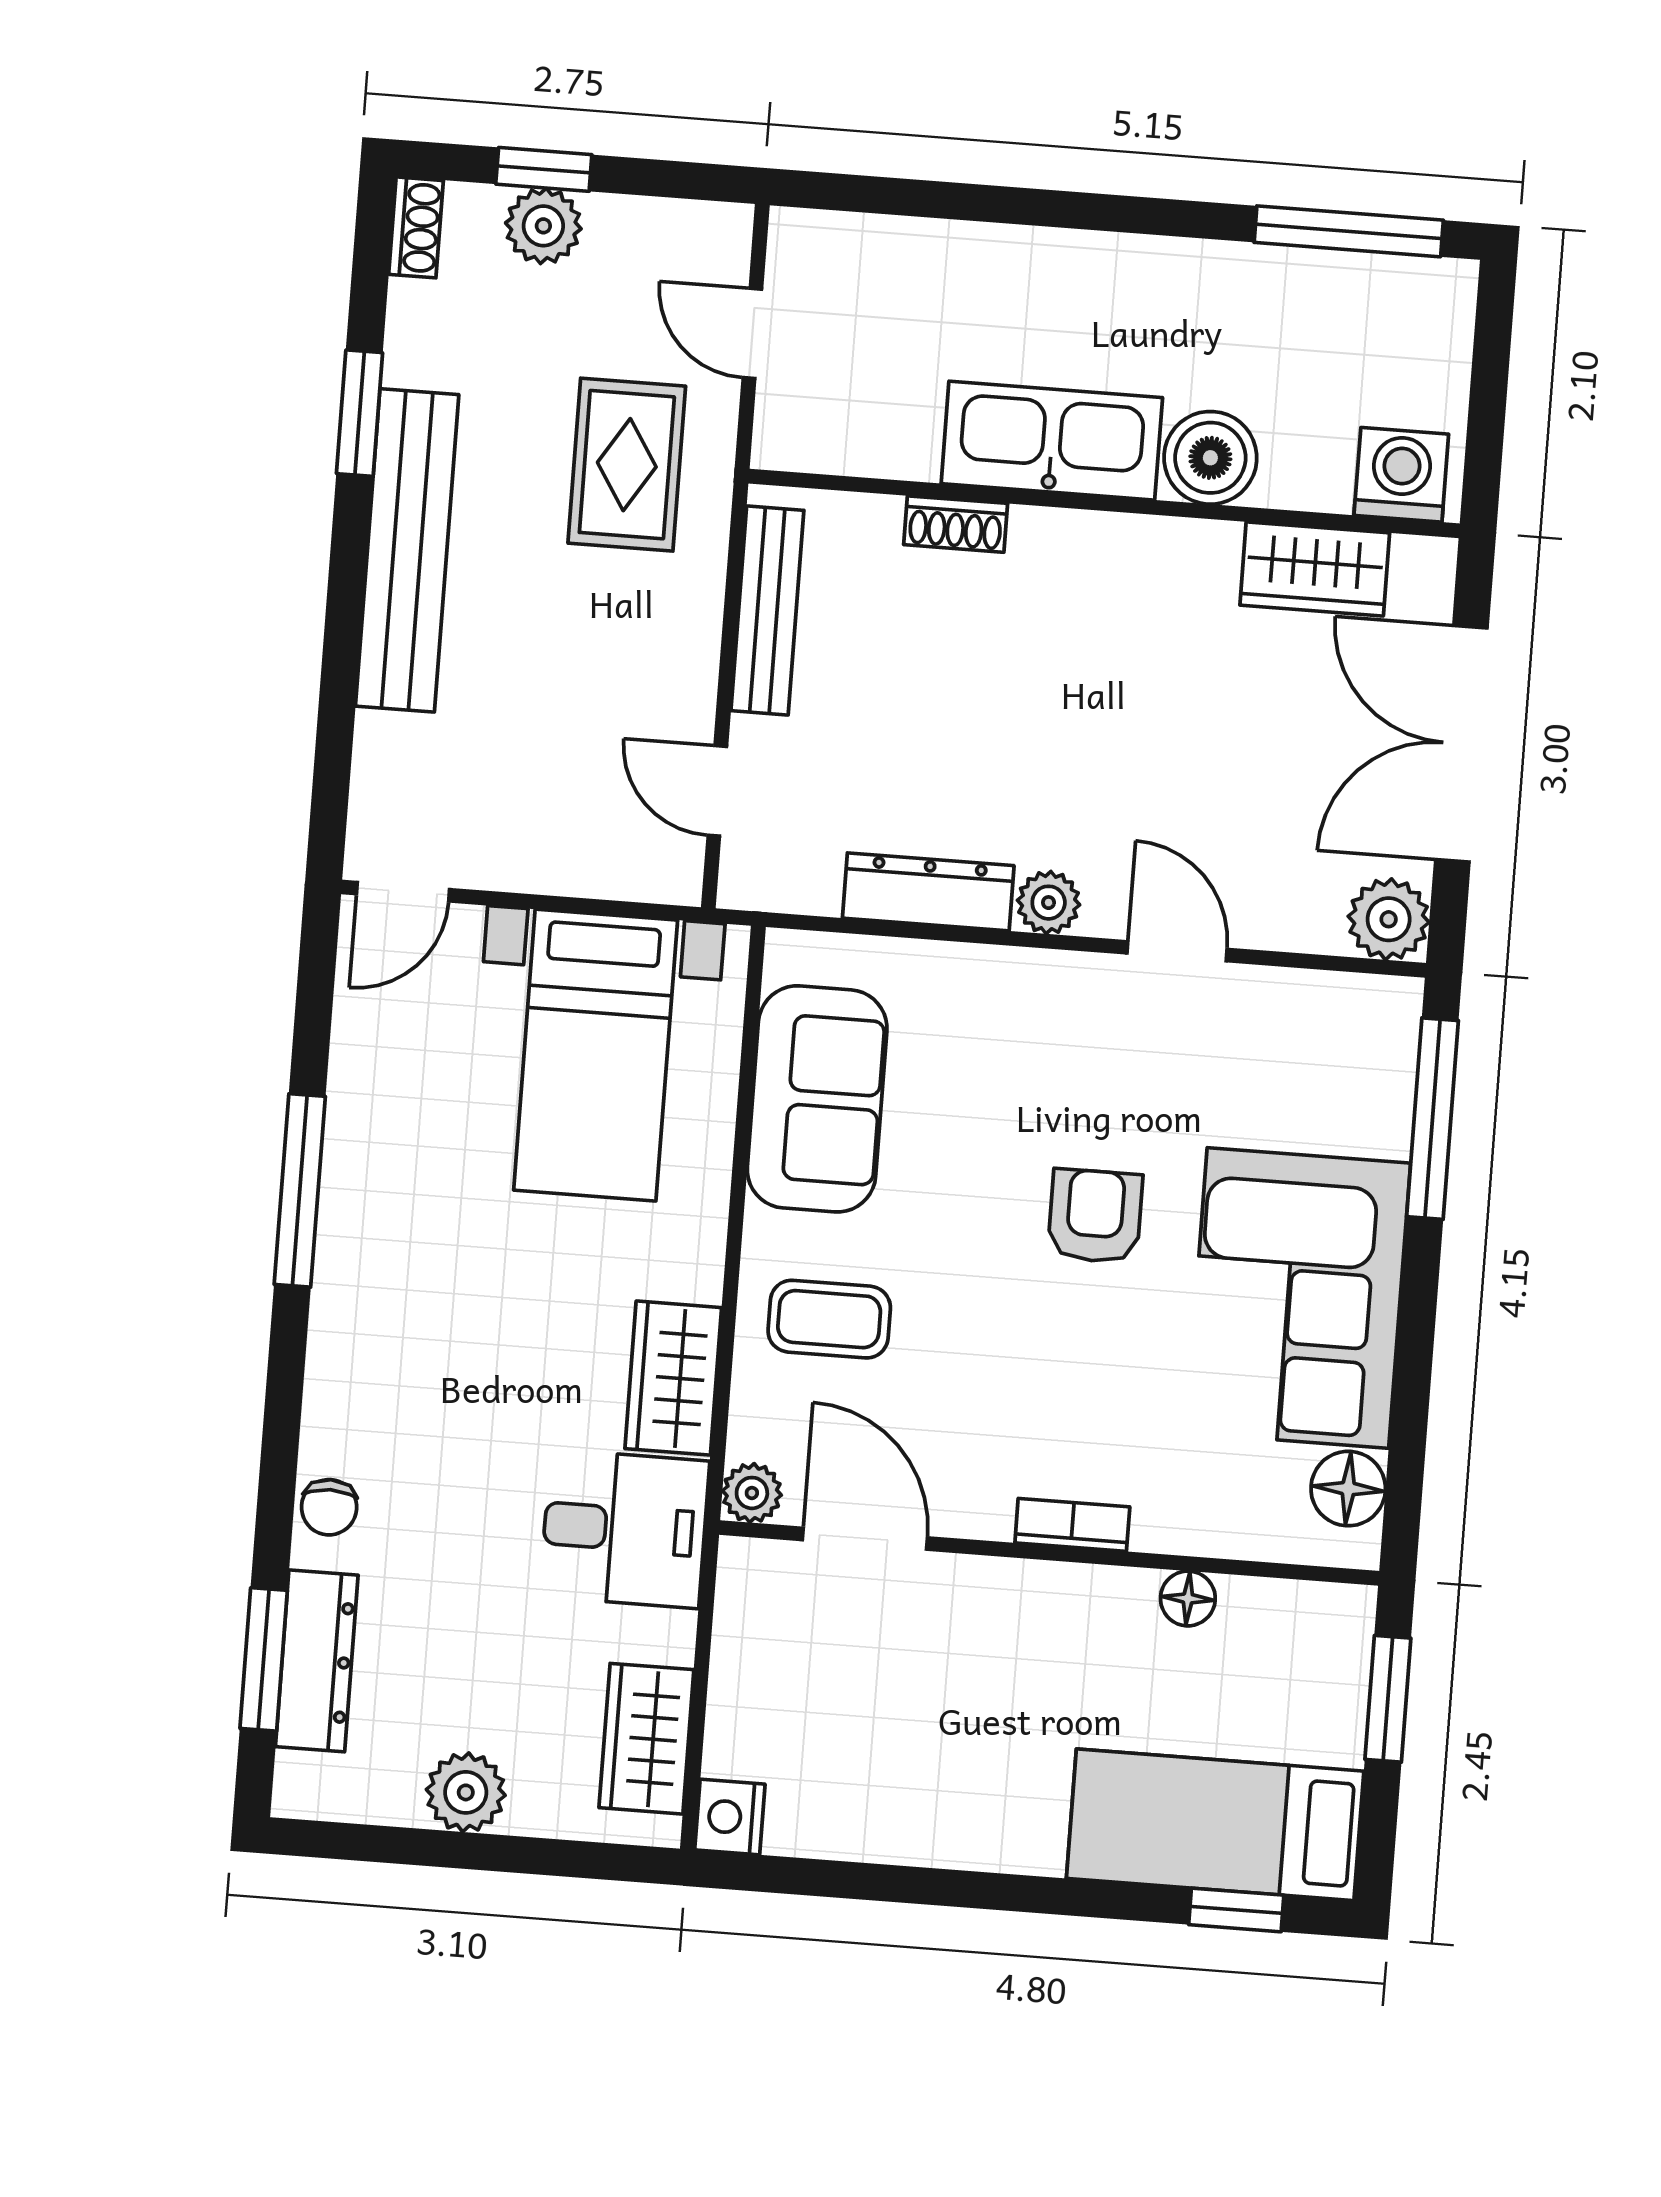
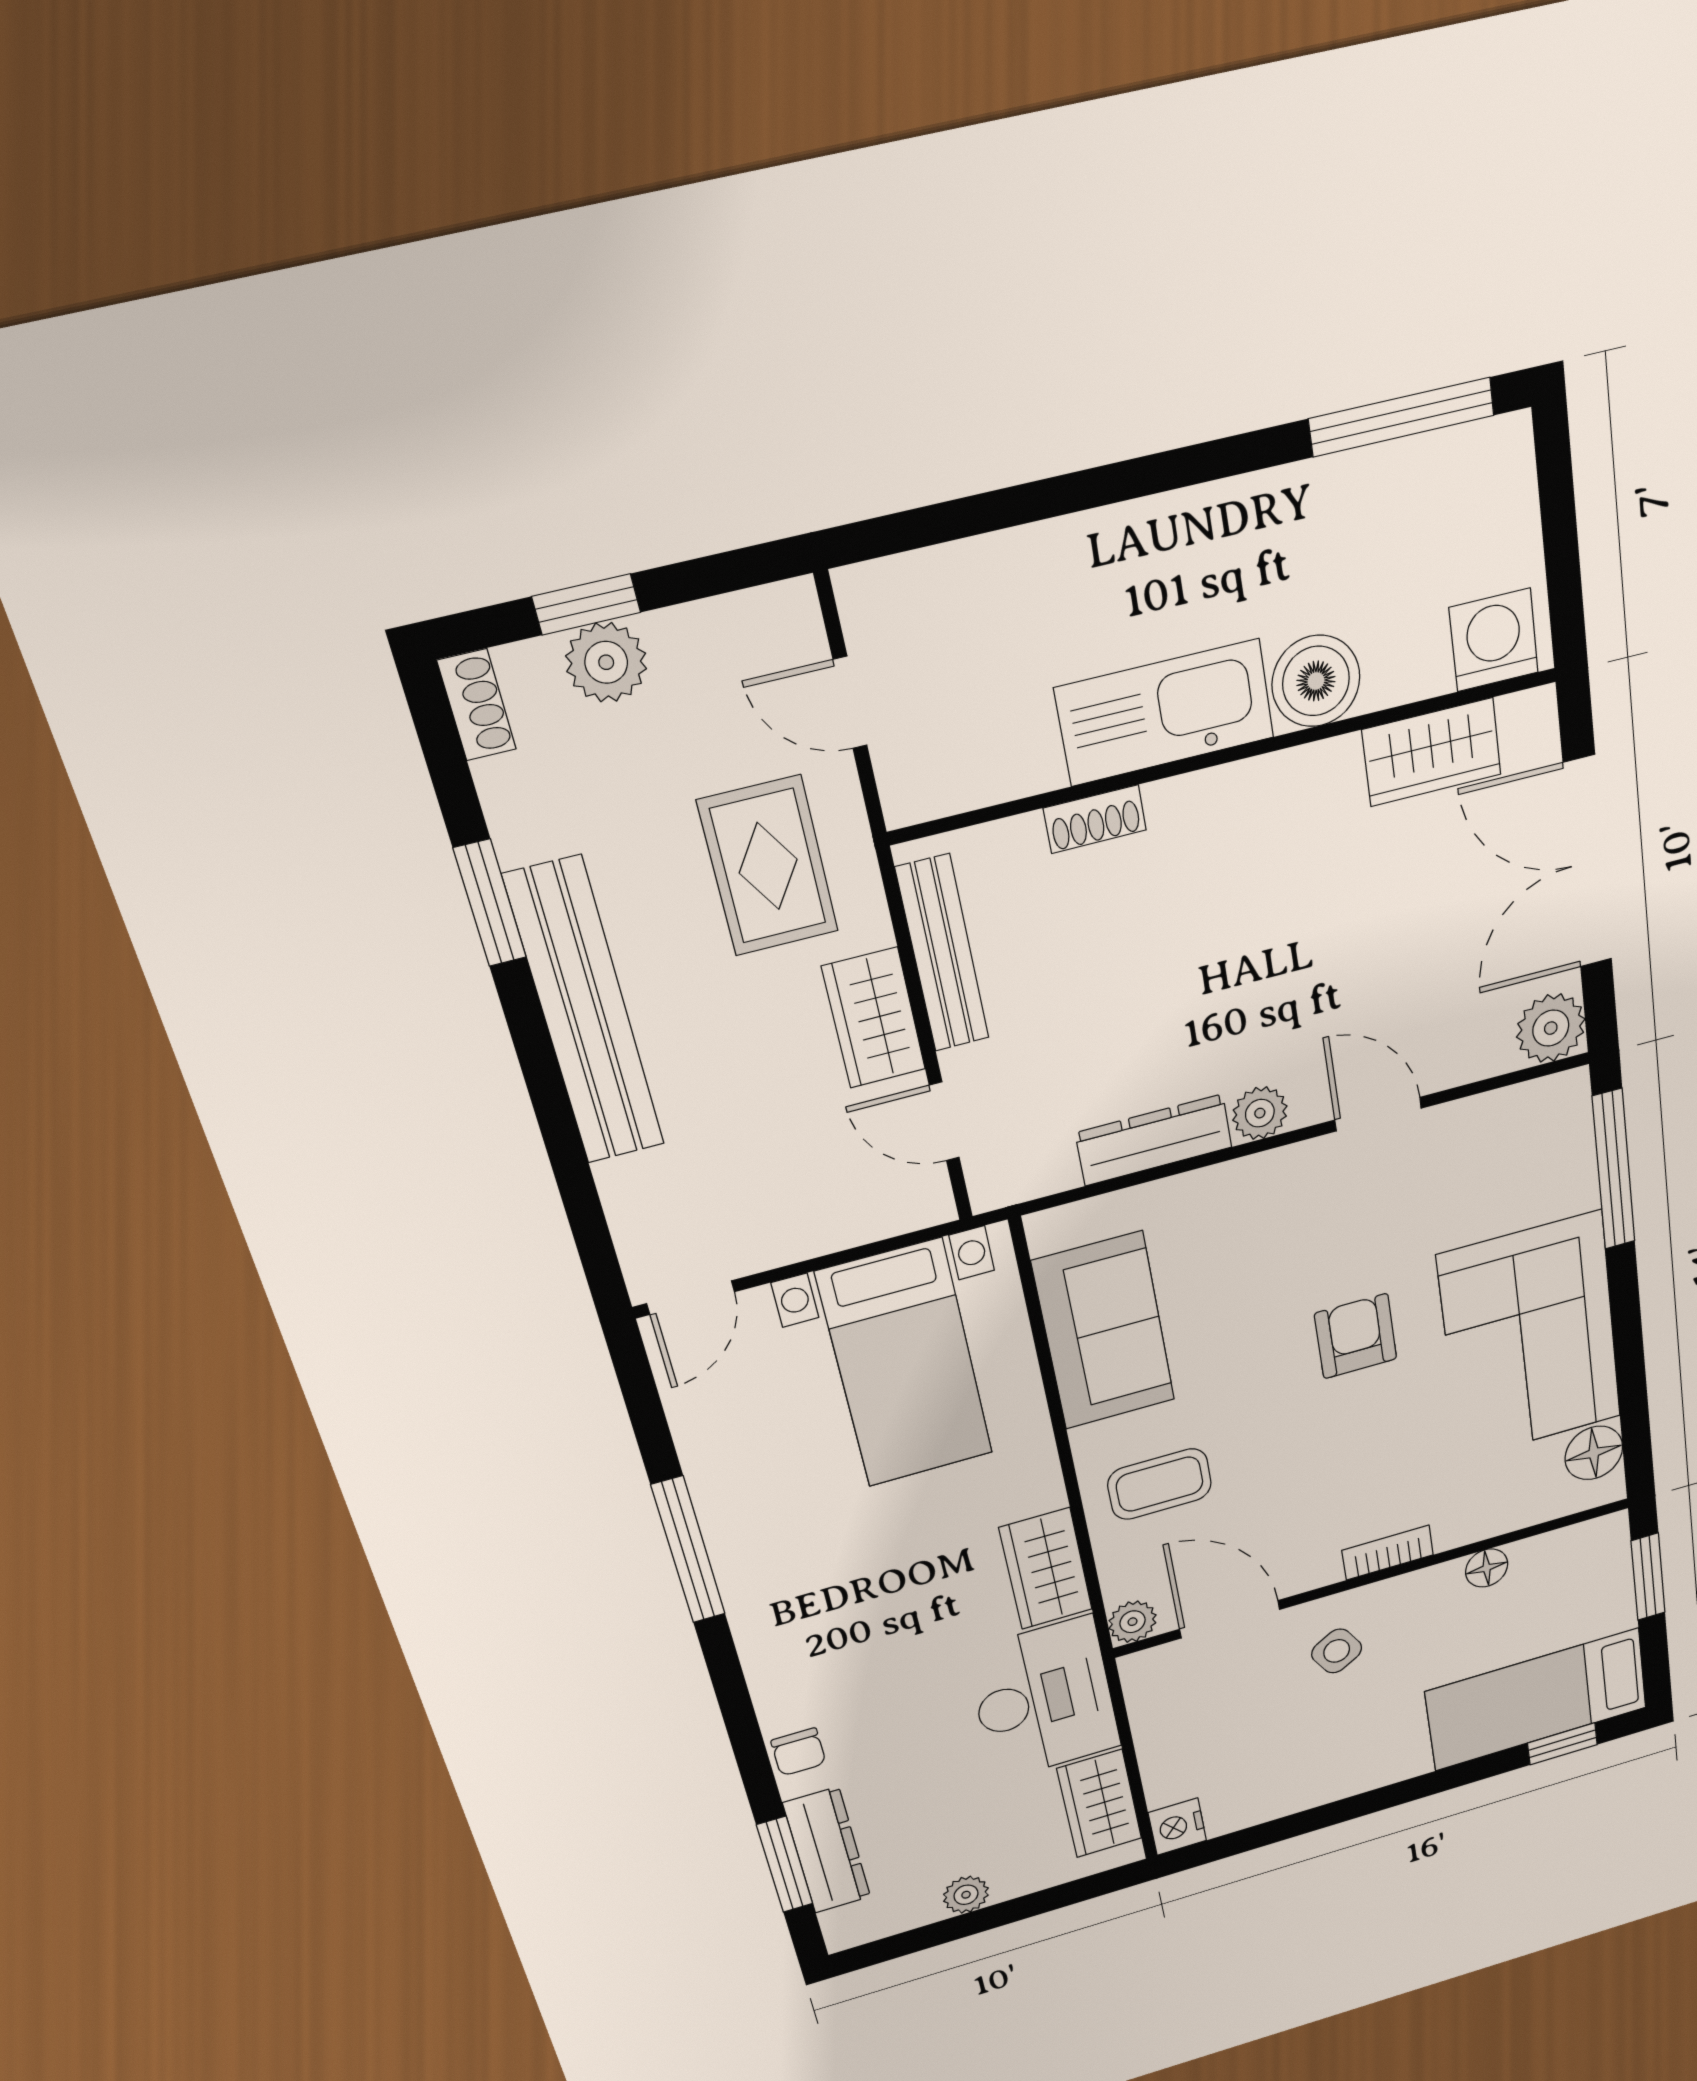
wardrobe: (680, 654) -> (874, 1018), added
desk: (625, 1529) -> (1044, 1699), width x1.37
side table: (981, 1640) -> (1337, 1651), added
plant: (466, 1792) -> (966, 1895), width x0.73, depth x0.73

